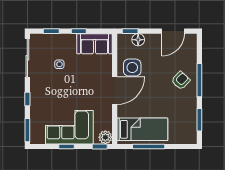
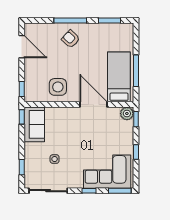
window: (79, 31) -> (22, 117), moved
floor lamp: (138, 40) -> (30, 81), removed
door: (115, 91) -> (93, 104), moved
corner sofa: (69, 127) -> (107, 172), moved, turned 90

